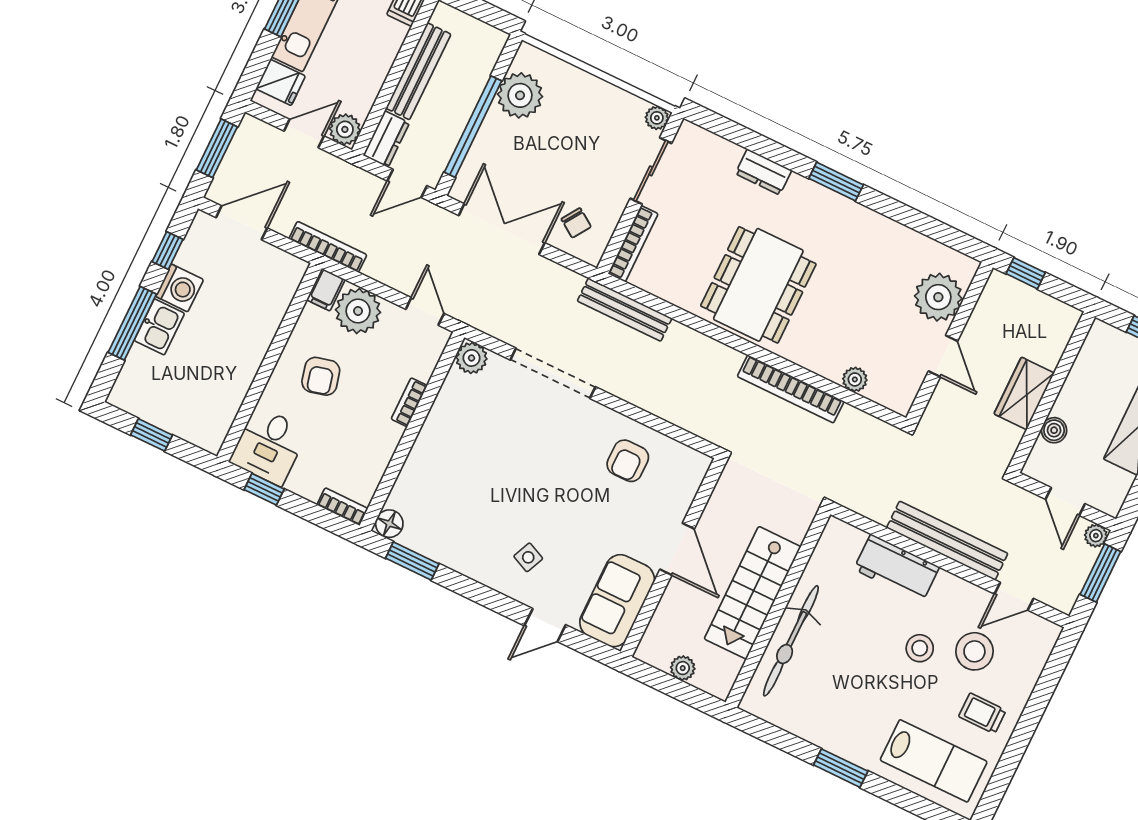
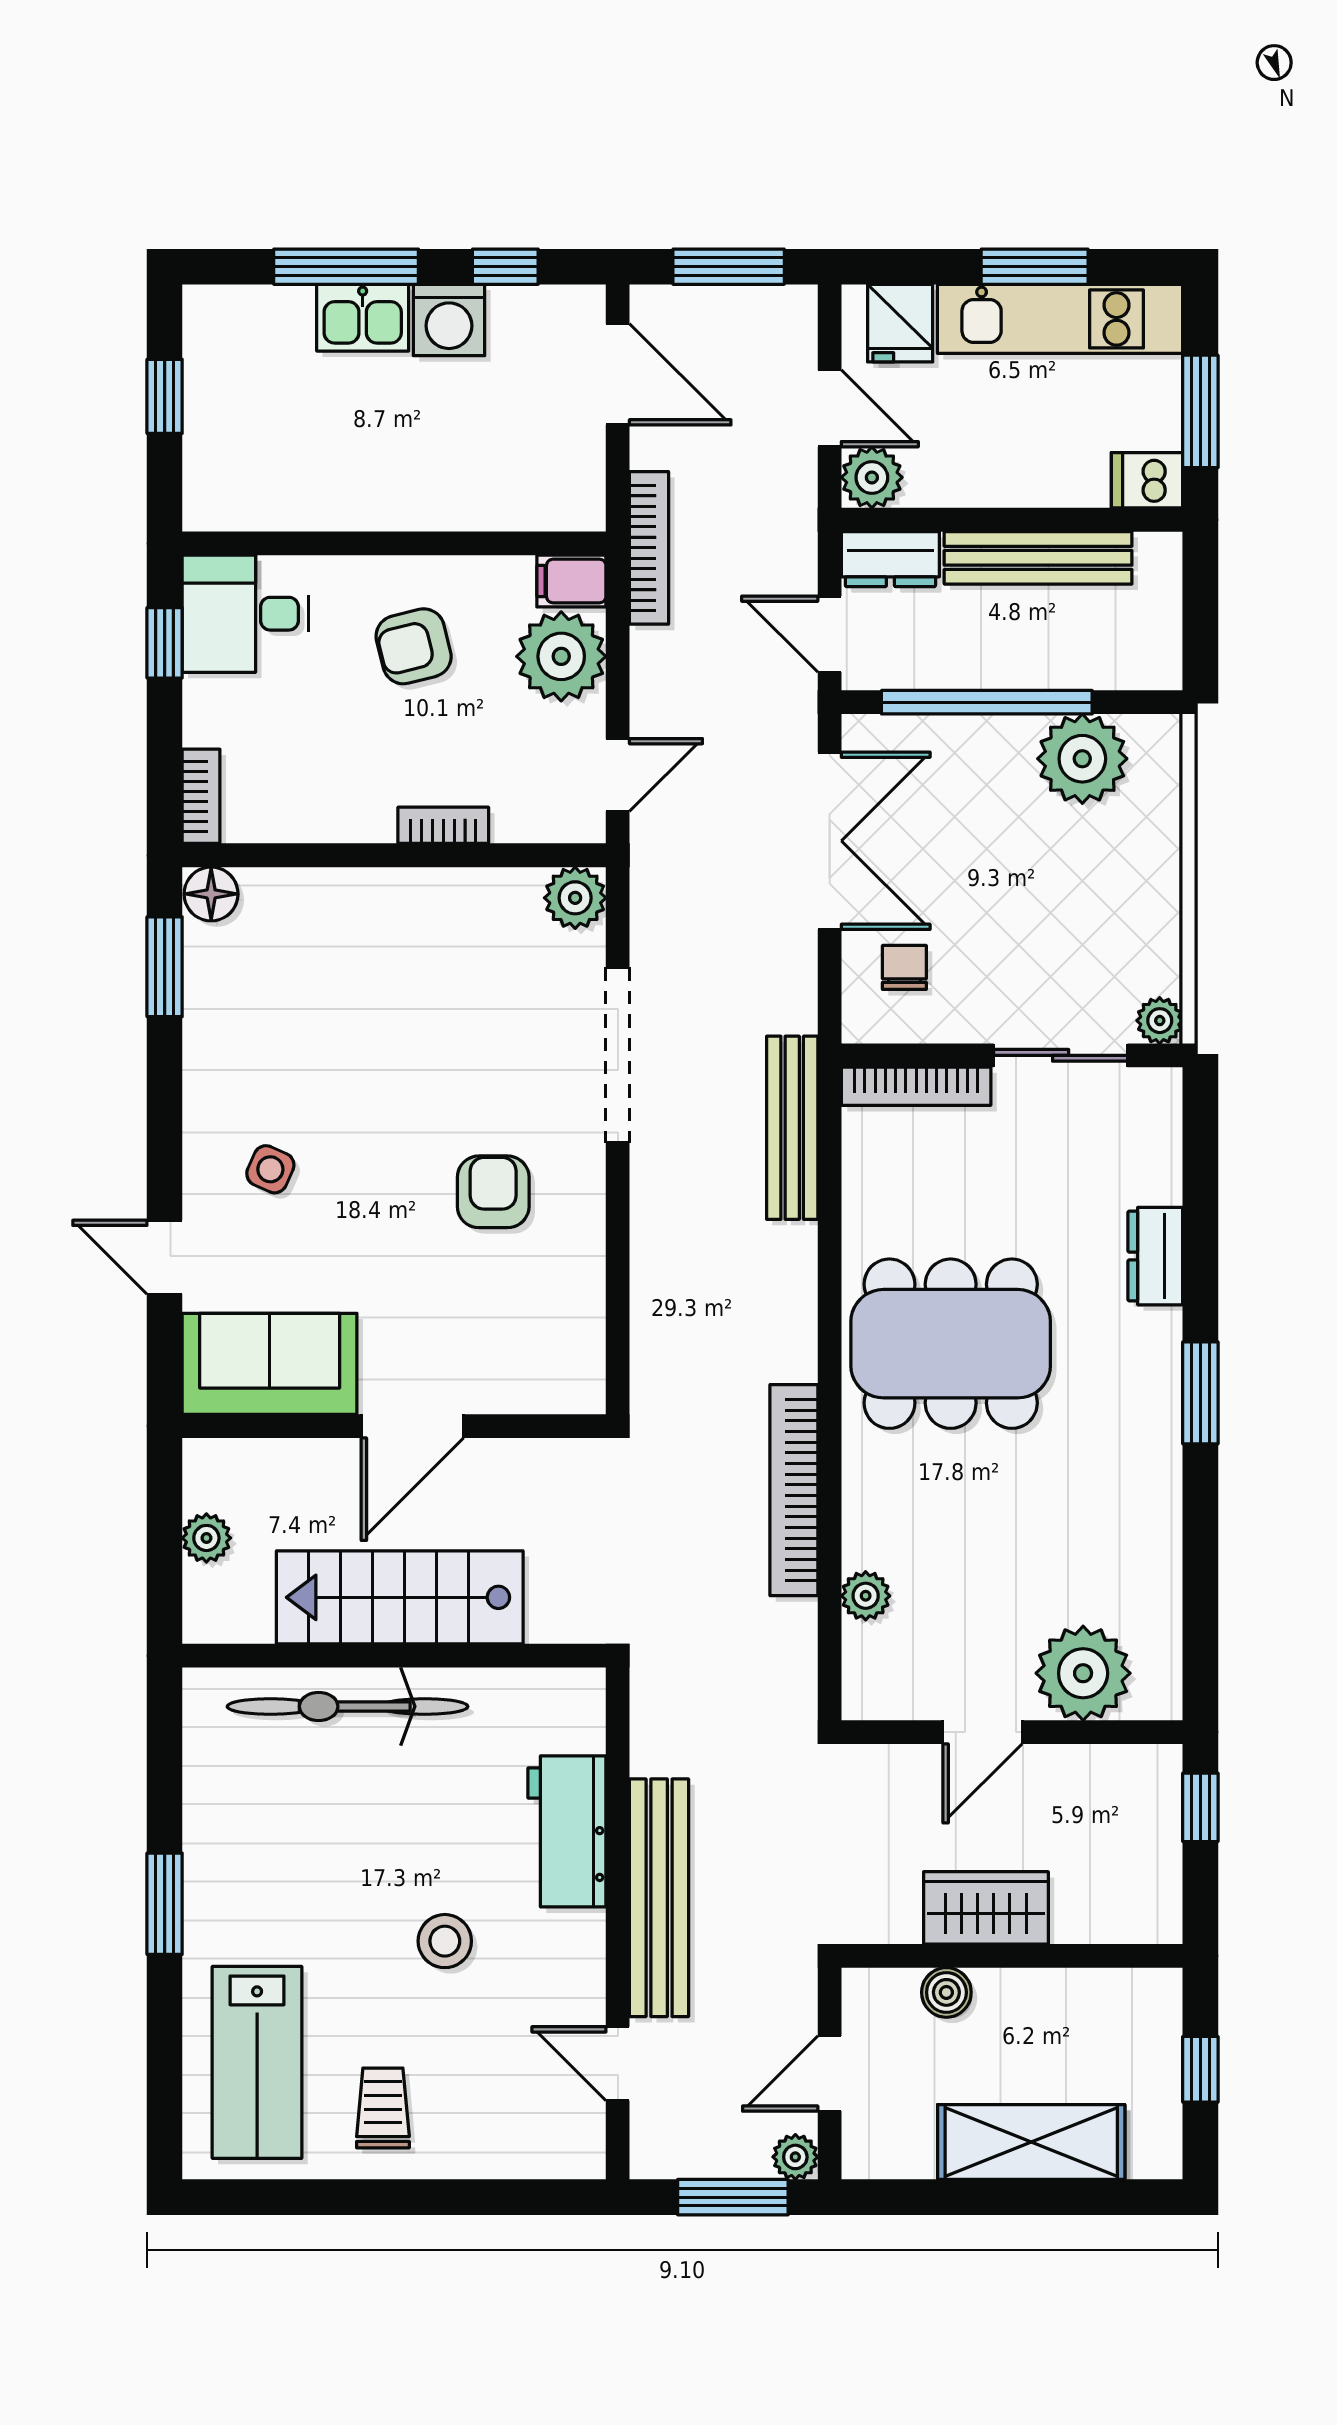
chair: (576, 223) -> (904, 967), turned 146
armchair: (628, 461) -> (493, 1192), moved, turned 90
stool: (974, 651) -> (486, 2041), removed

